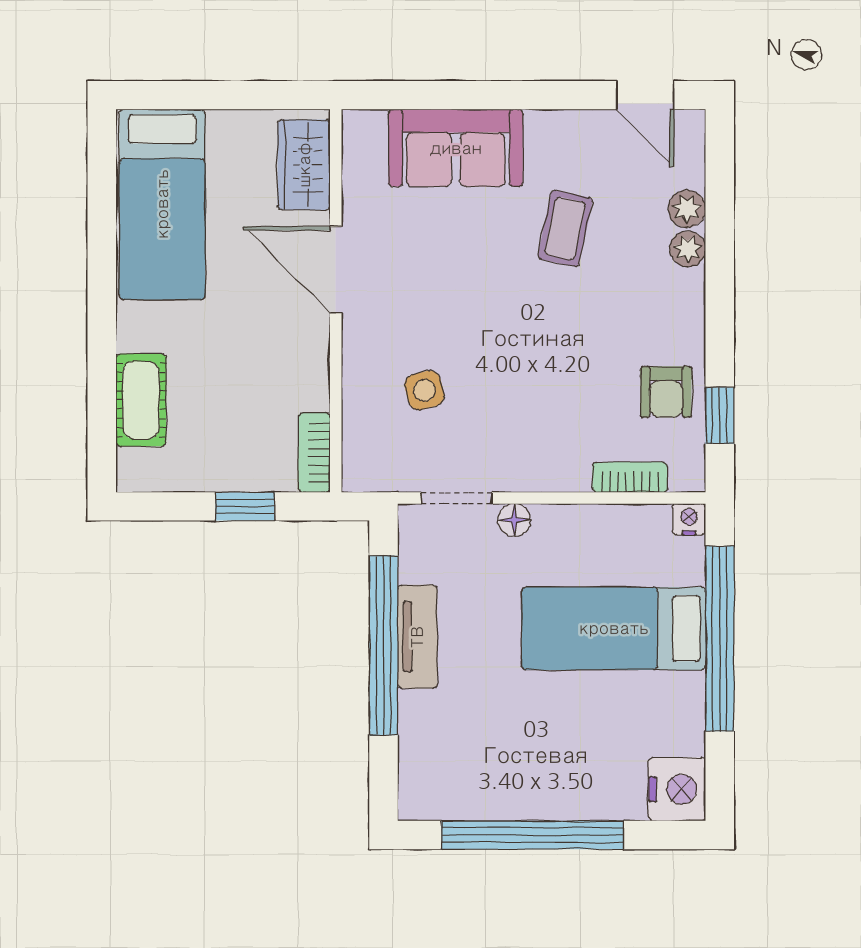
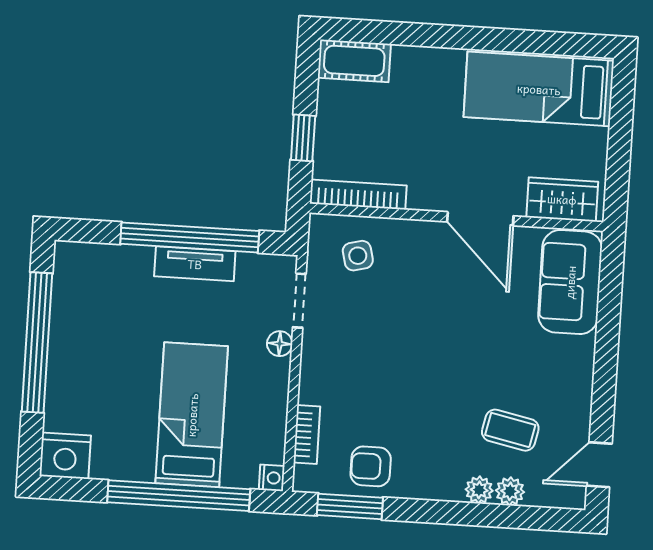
sofa: (456, 148) -> (570, 282), moved
coffee table: (565, 228) -> (510, 430), moved
door: (336, 270) -> (480, 219), swing flipped
side table: (424, 390) -> (358, 256), moved
cot: (141, 400) -> (354, 61), moved
window: (720, 416) -> (350, 506), width x1.50
bookcase: (314, 453) -> (358, 195), width x1.56

